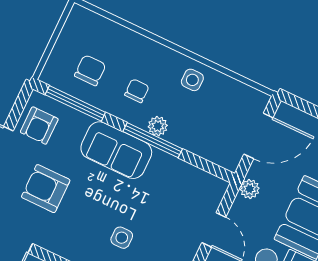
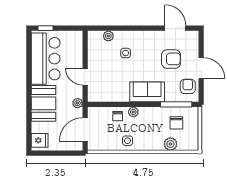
plant: (119, 38) -> (170, 144), added
chair: (137, 91) -> (118, 116), moved
window: (153, 140) -> (133, 104), removed

